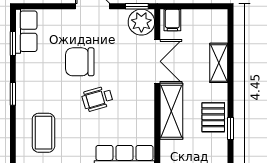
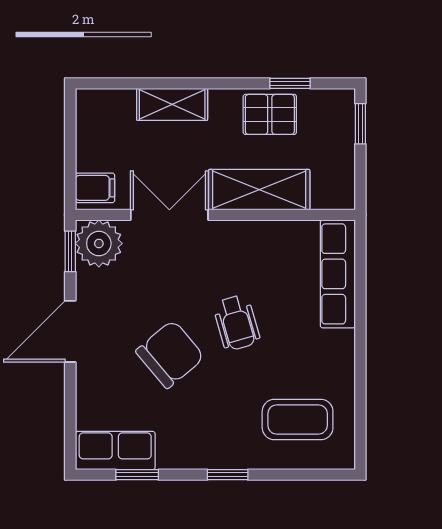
chair: (80, 62) -> (170, 354), turned -130

